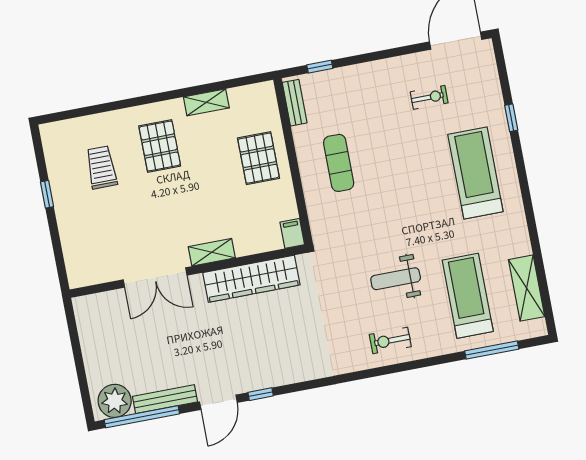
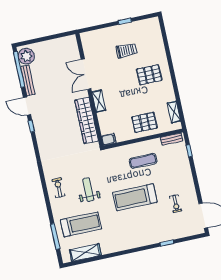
shelving: (206, 102) -> (174, 112), moved
trolley: (101, 167) -> (126, 50), moved
treadmill: (475, 173) -> (135, 197), moved, turned 180

